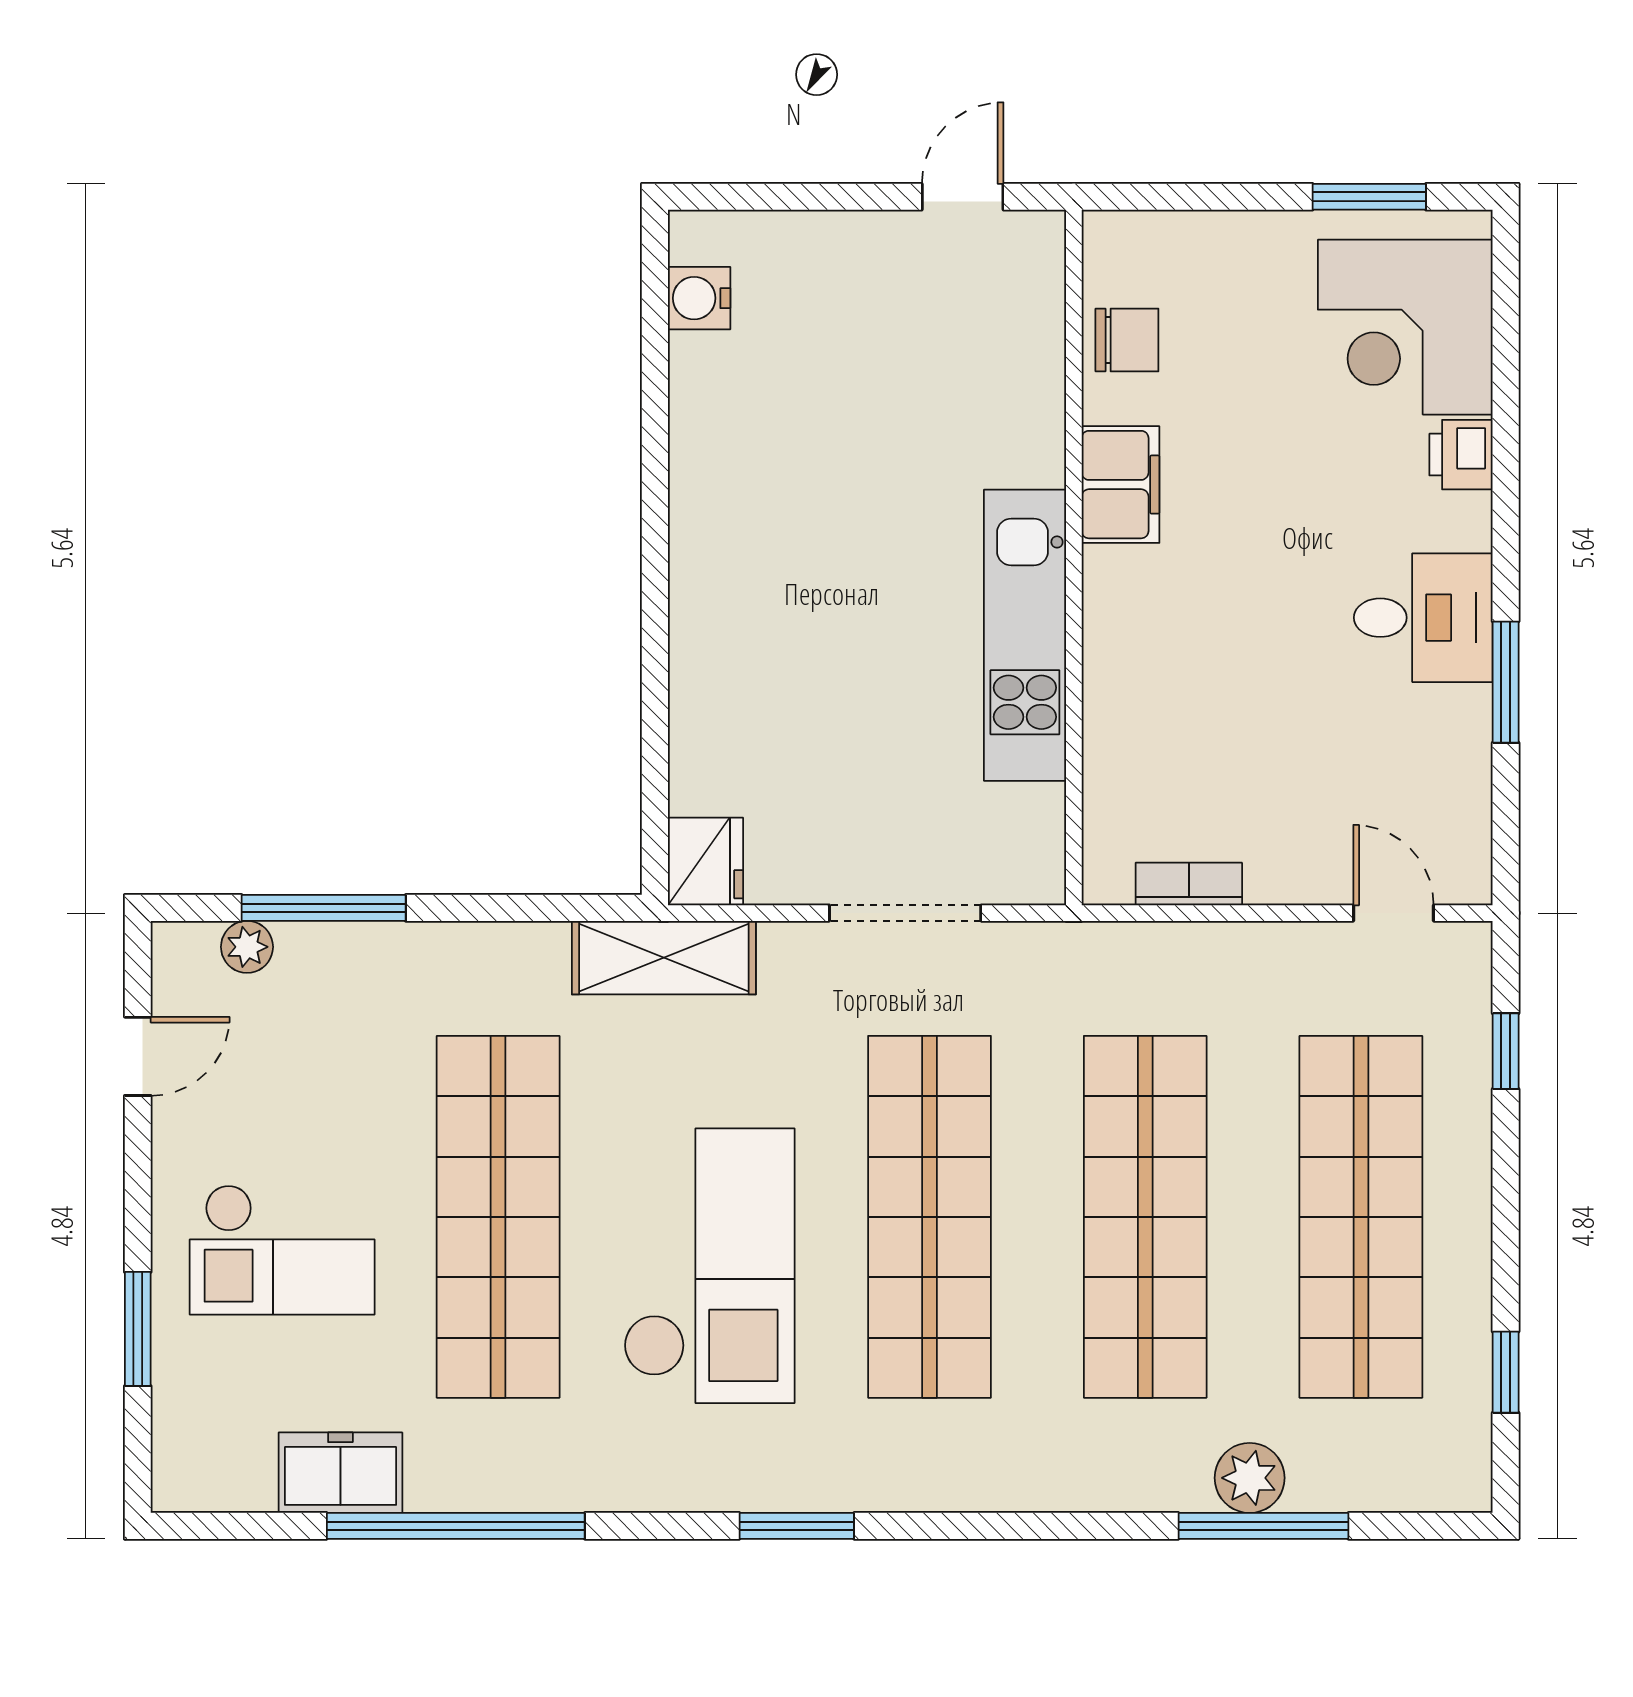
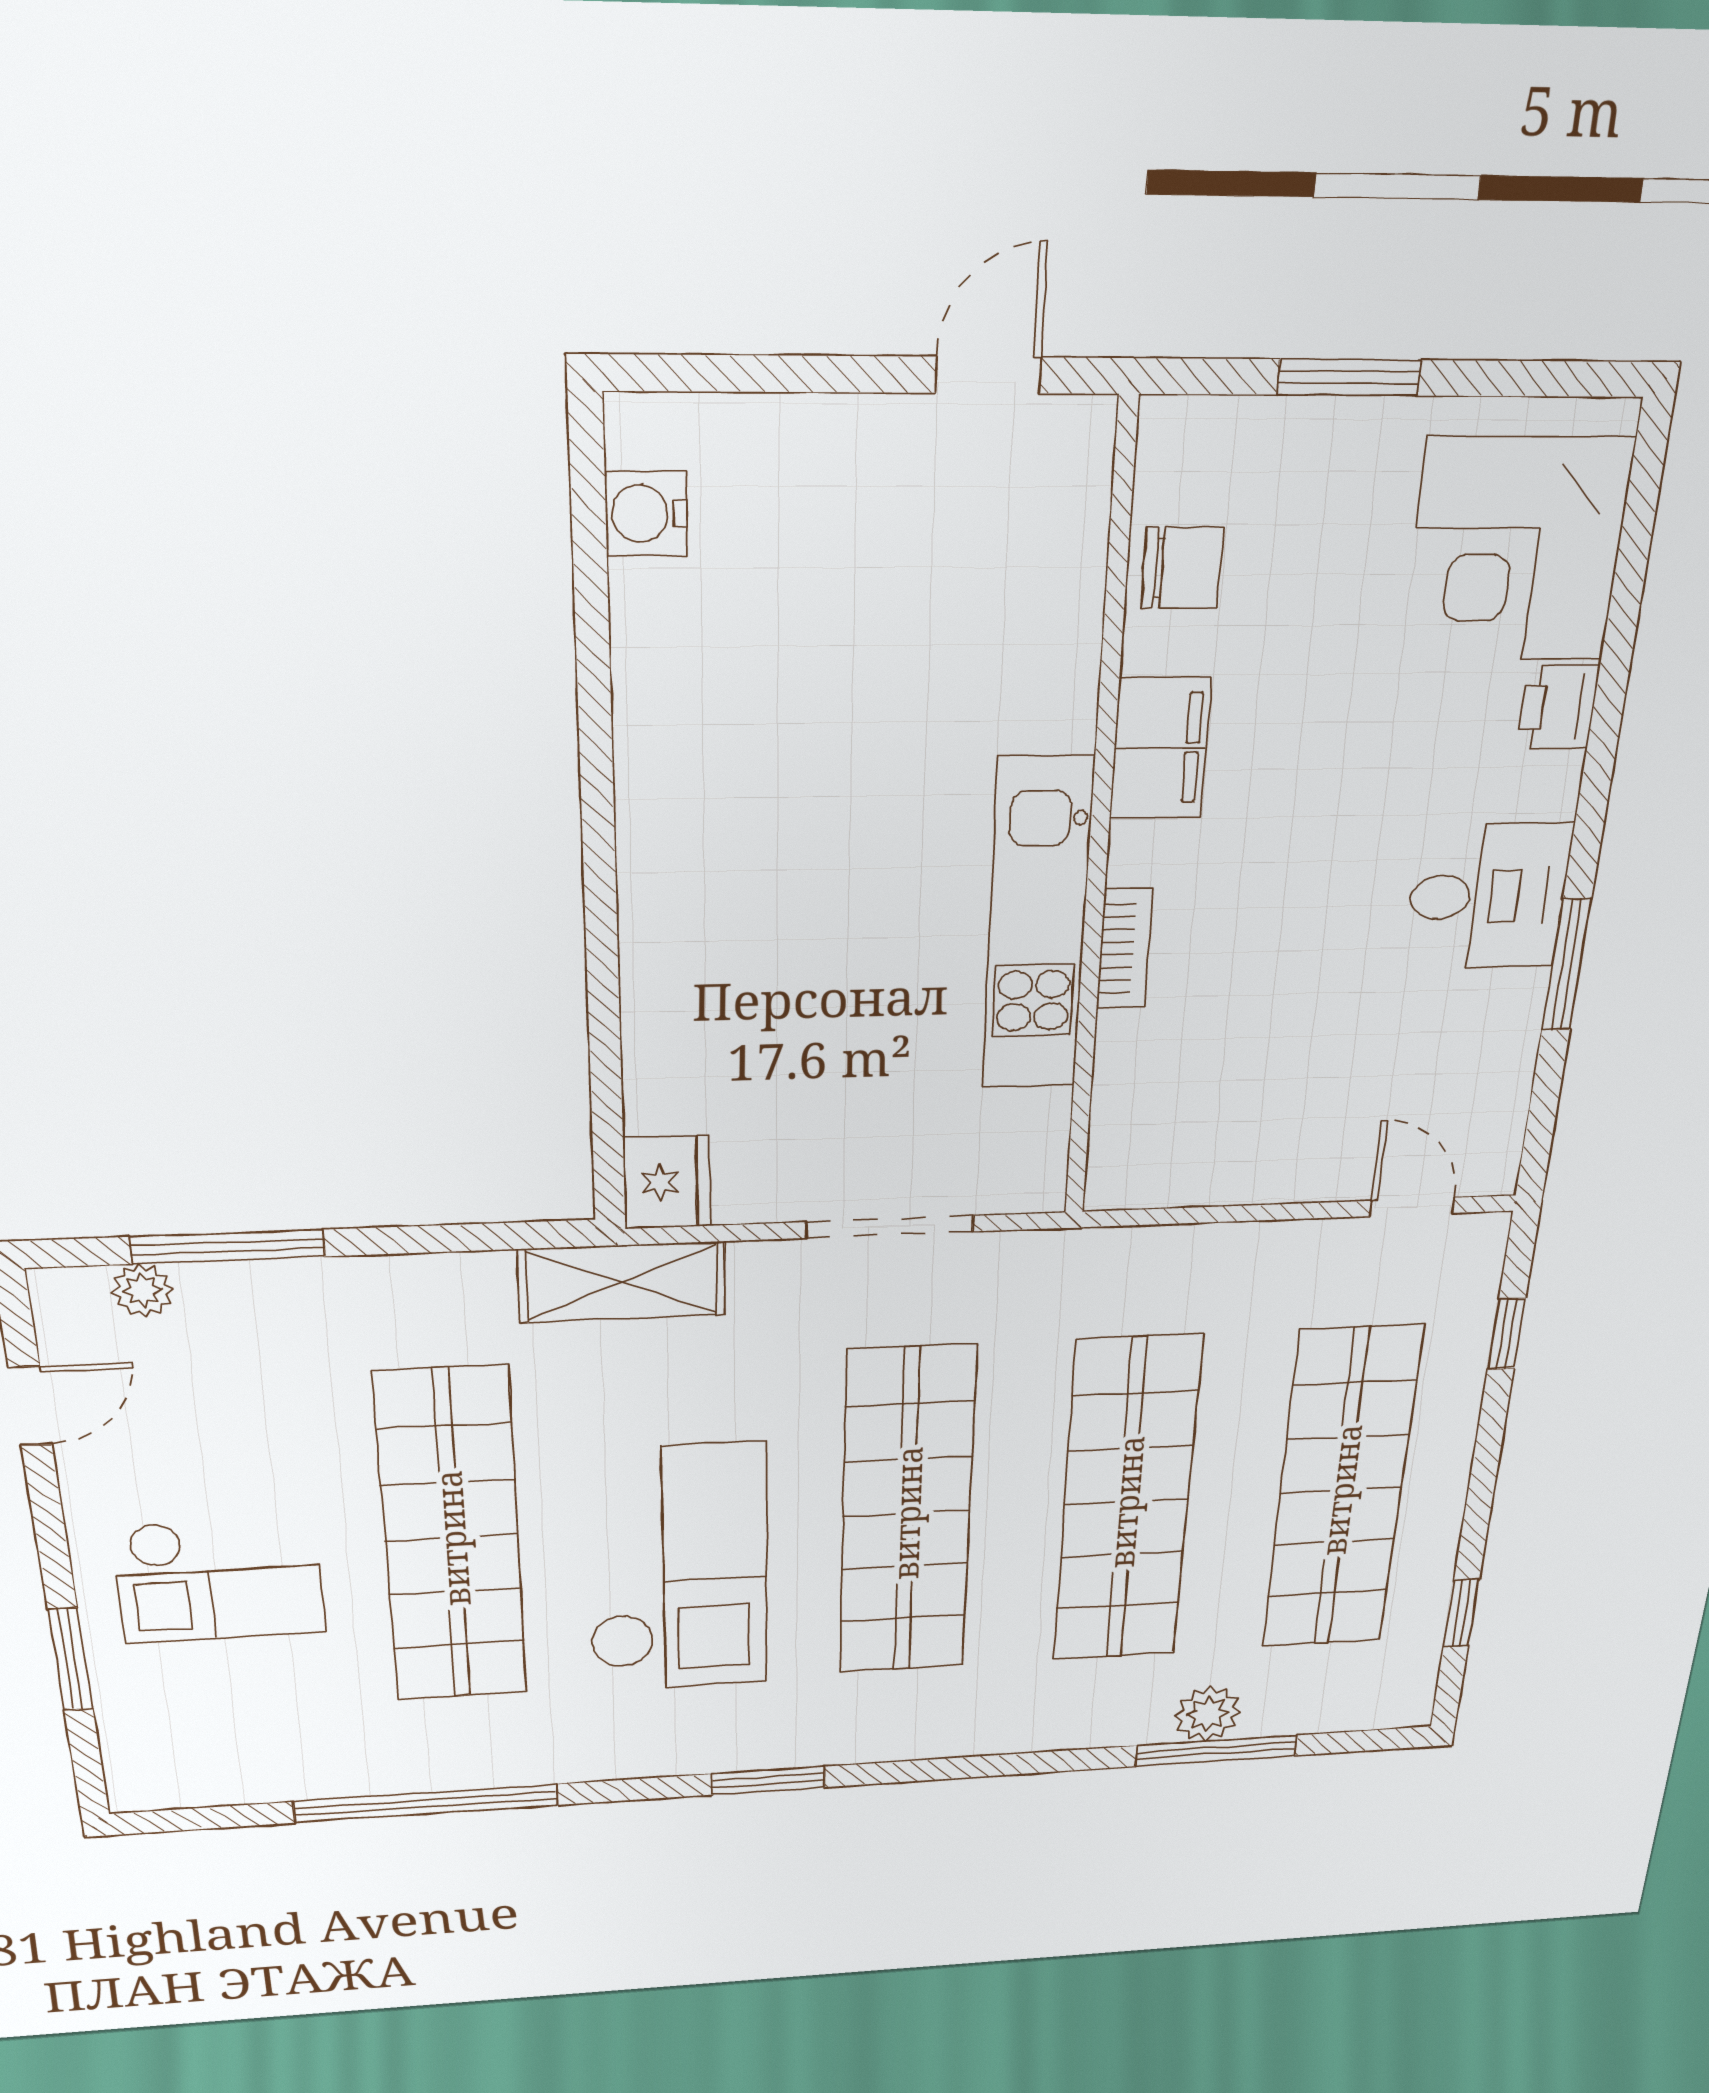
window: (1369, 197) -> (1349, 377), moved
bookcase: (1189, 884) -> (1125, 948), moved, turned 90
freezer: (340, 1473) -> (304, 1768), removed

